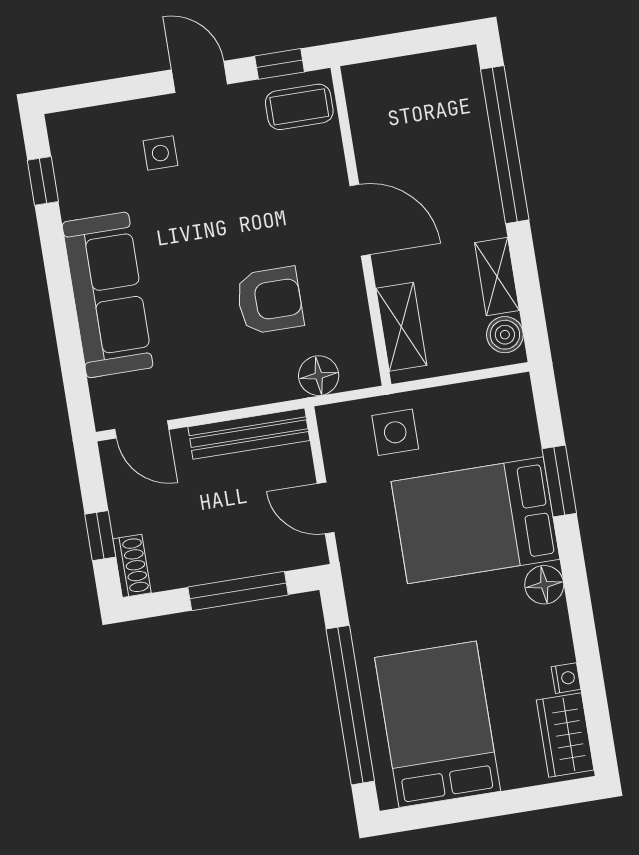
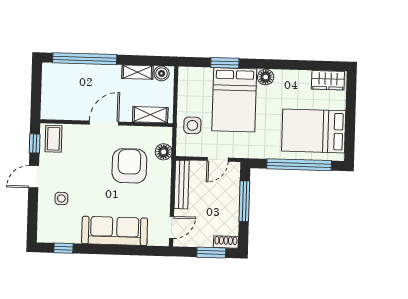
armchair: (270, 300) -> (129, 166), width x1.36, depth x1.36
window: (100, 536) -> (211, 253), width x1.50
nightstand: (566, 678) -> (305, 75), removed

